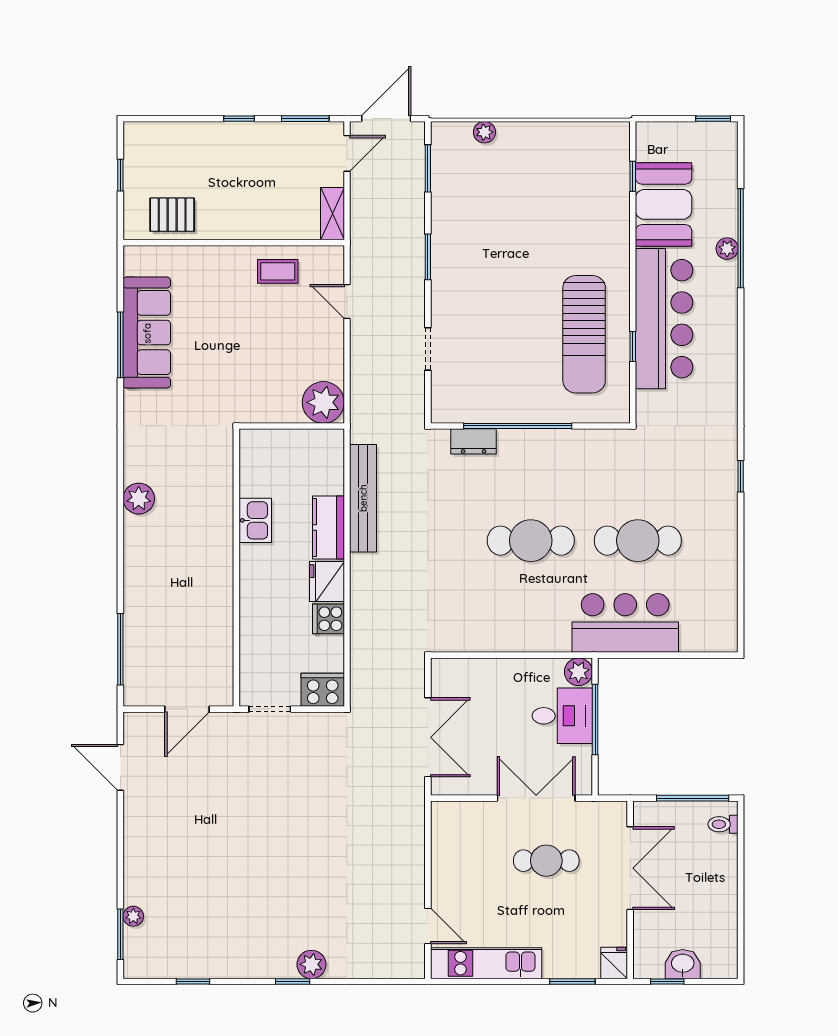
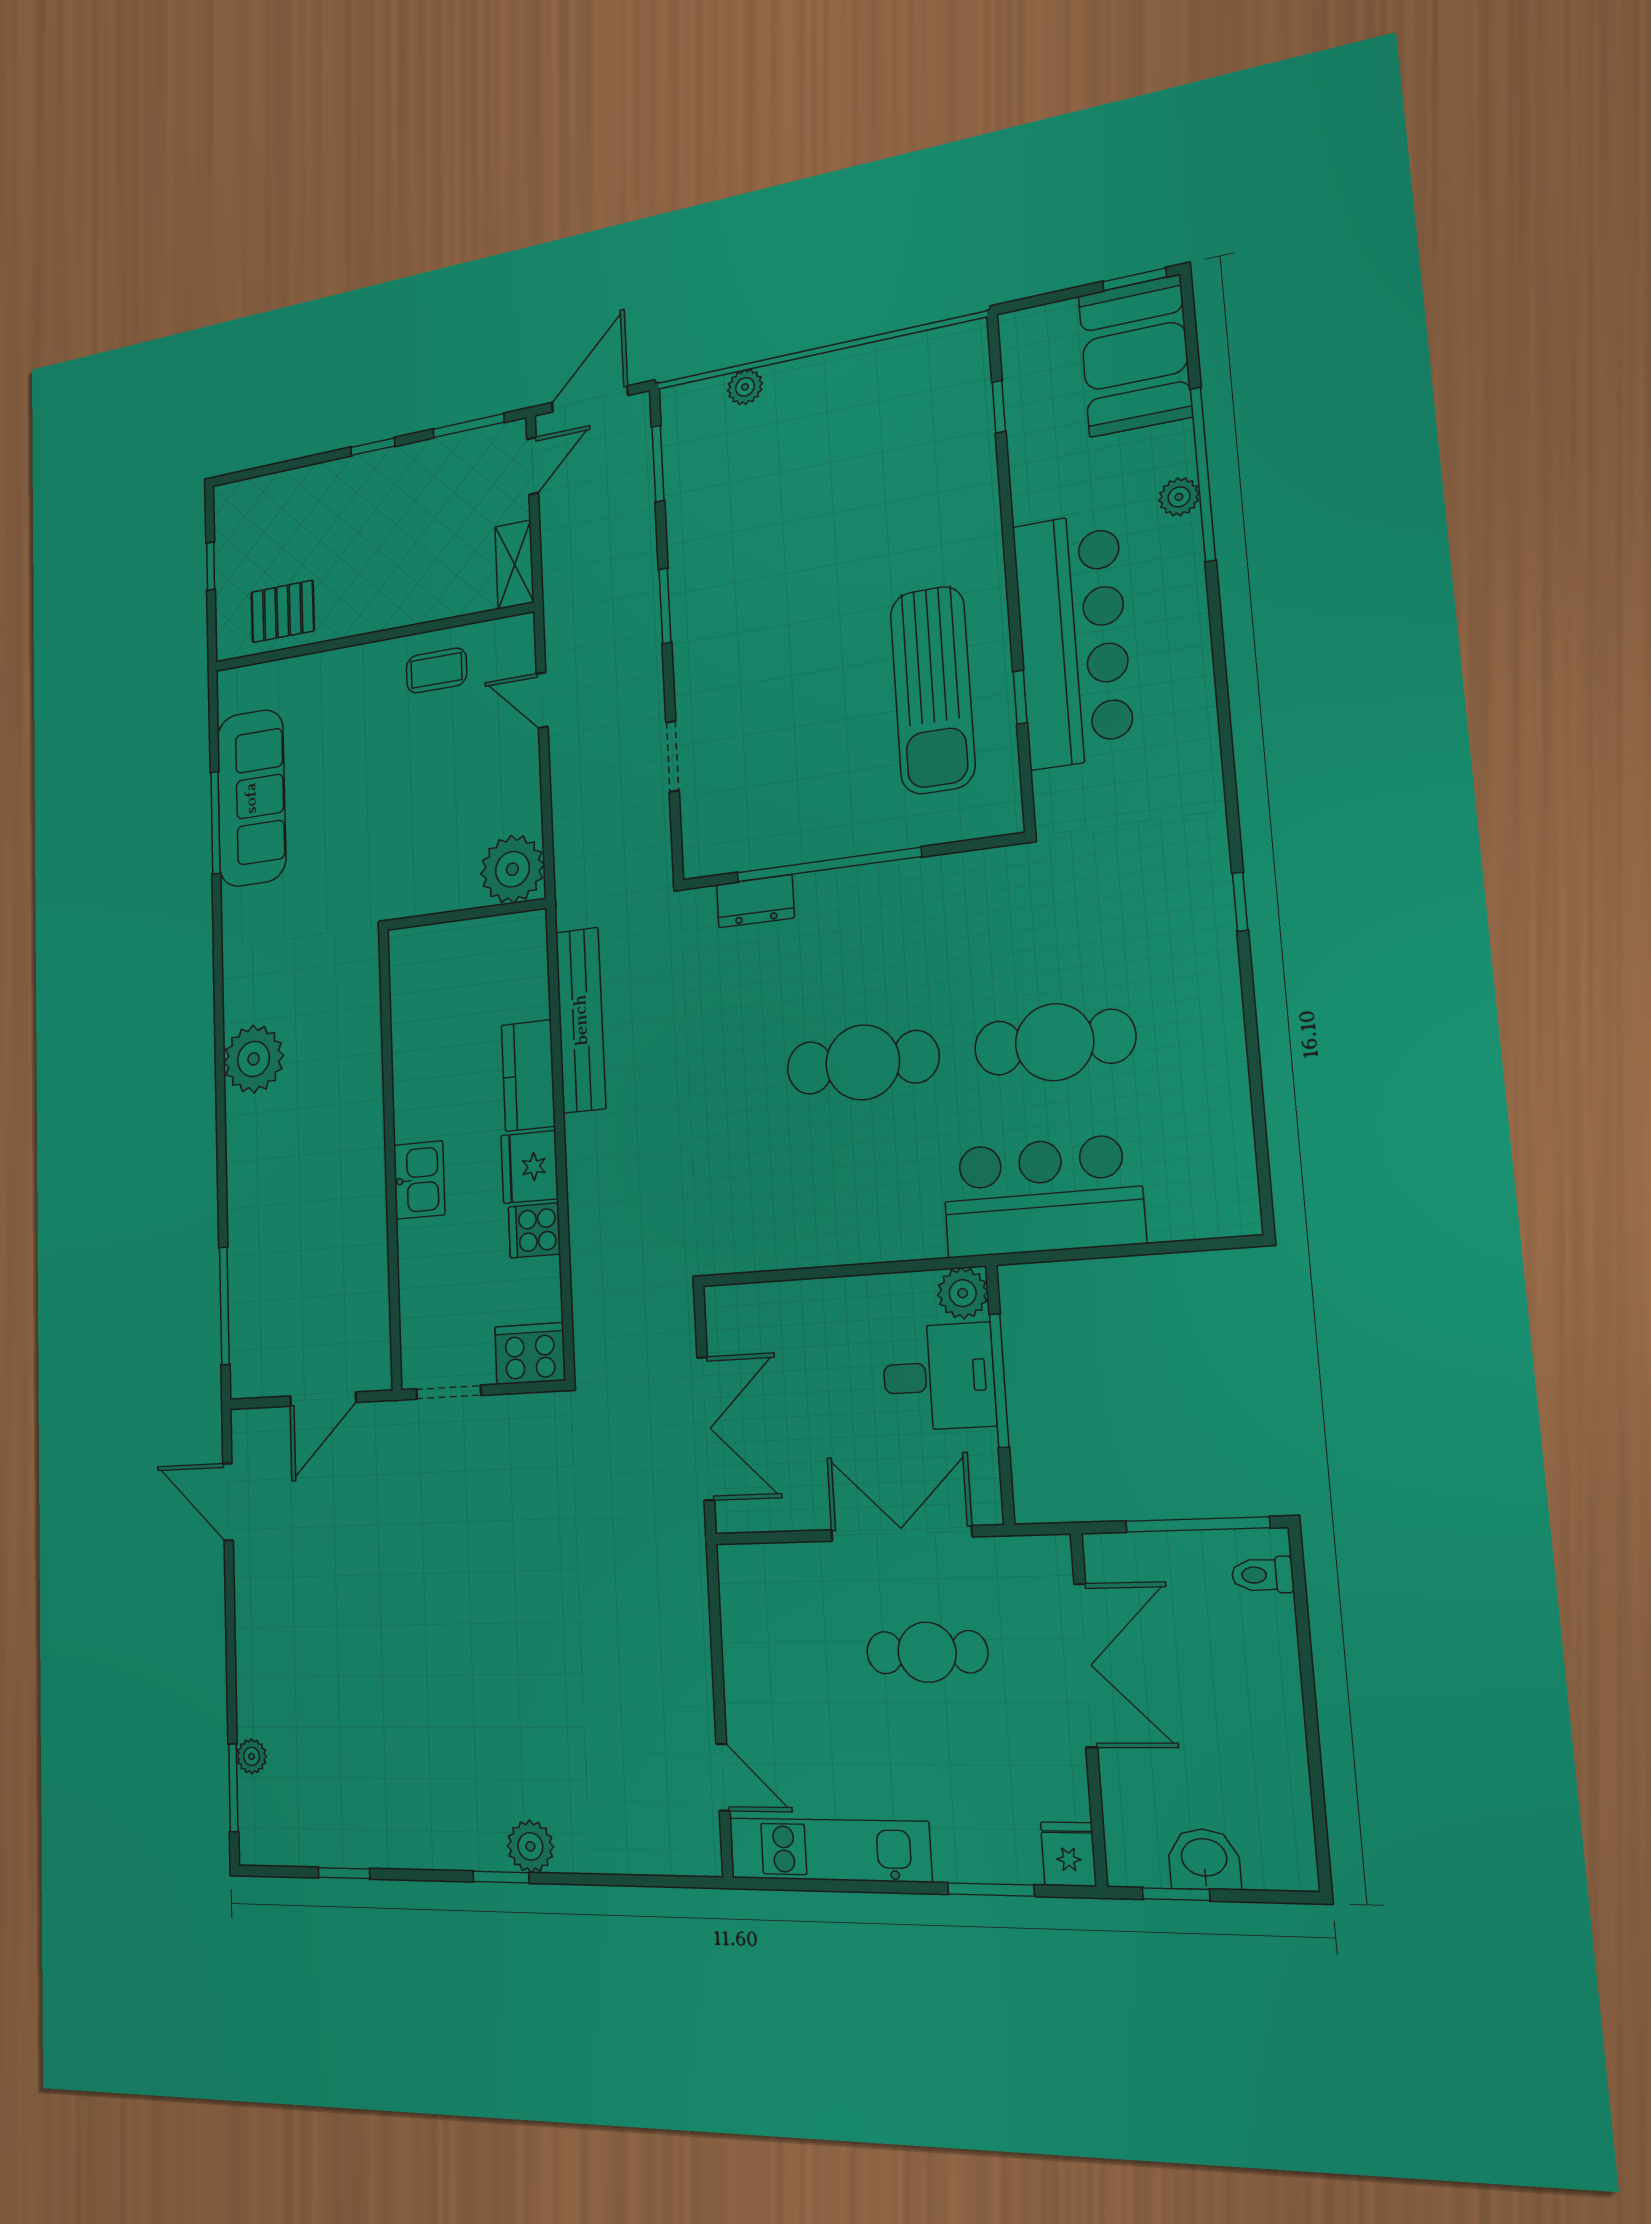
booth: (664, 204) -> (1135, 356), moved
plant: (139, 499) -> (254, 1059), width x1.36, depth x1.36
kitchen sink: (255, 520) -> (419, 1180), moved

